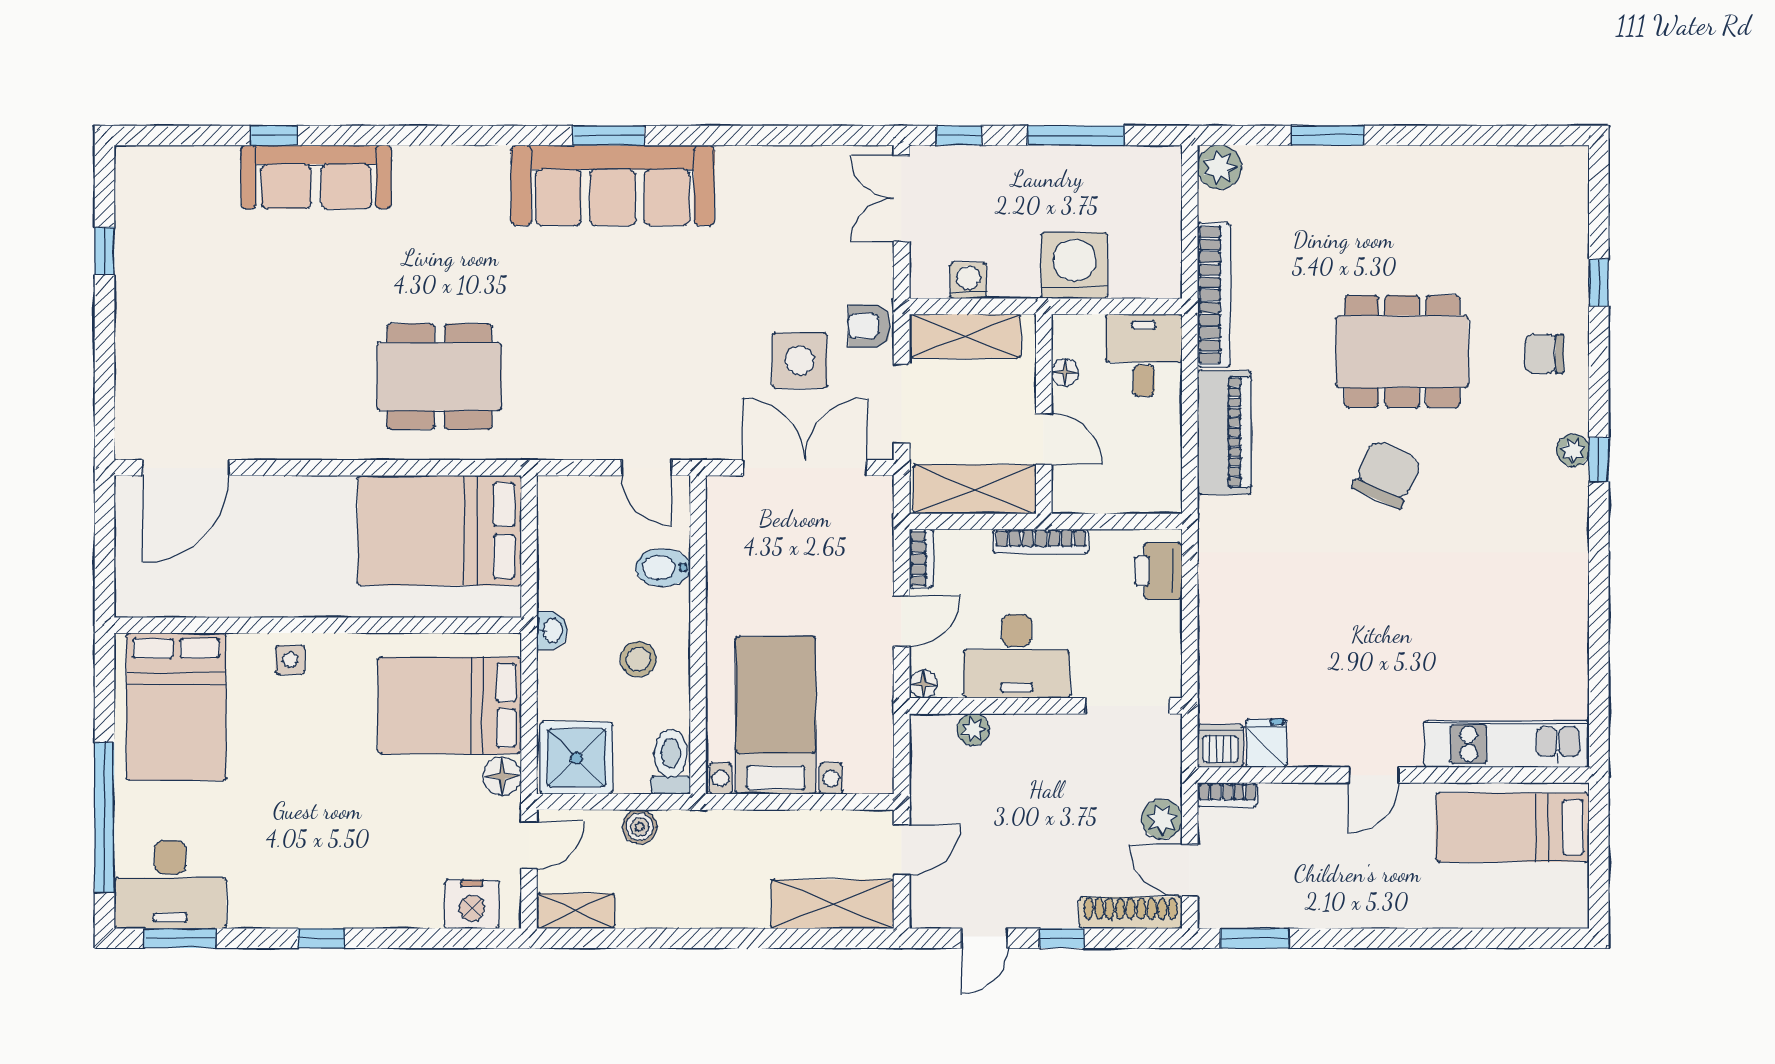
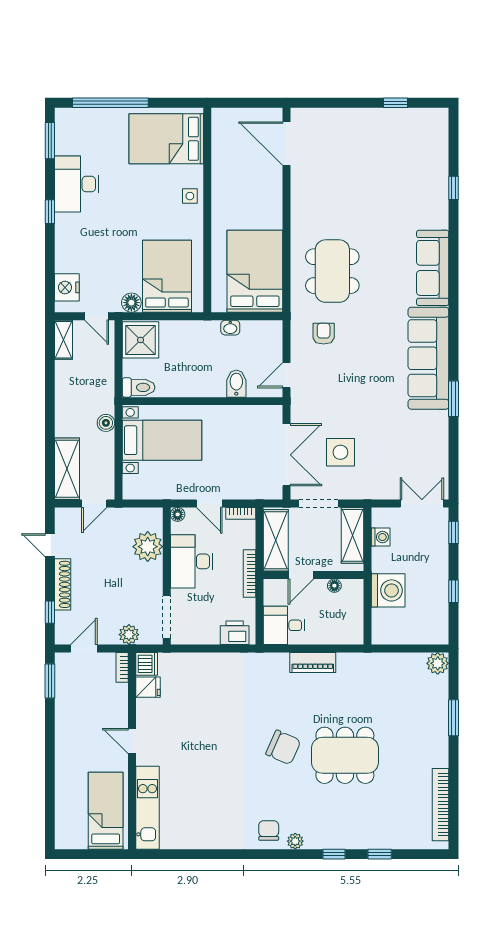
window: (608, 135) -> (454, 399), moved
window: (1076, 135) -> (454, 591), width x0.46
sofa: (316, 177) -> (433, 268), moved
bookcase: (1214, 295) -> (441, 805), moved, turned 90
armchair: (869, 326) -> (324, 334), moved
dining table: (1402, 351) -> (345, 755), turned 90
chair: (1544, 354) -> (269, 830), moved
desk: (1144, 355) -> (284, 625), moved, turned 180
piano: (1224, 432) -> (313, 662), width x0.73, depth x0.75
window: (1599, 460) -> (334, 854), moved
washbasin: (552, 631) -> (230, 328), moved
stool: (638, 659) -> (190, 371), removed
plant: (973, 730) -> (148, 547), width x1.88, depth x1.88
plant: (1162, 819) -> (129, 635), moved
boiler: (640, 827) -> (106, 423), moved
door: (902, 850) -> (94, 504), hinge flipped
desk: (170, 885) -> (77, 184), moved
shoe rack: (1131, 913) -> (63, 584), moved
window: (1062, 938) -> (50, 612), moved

